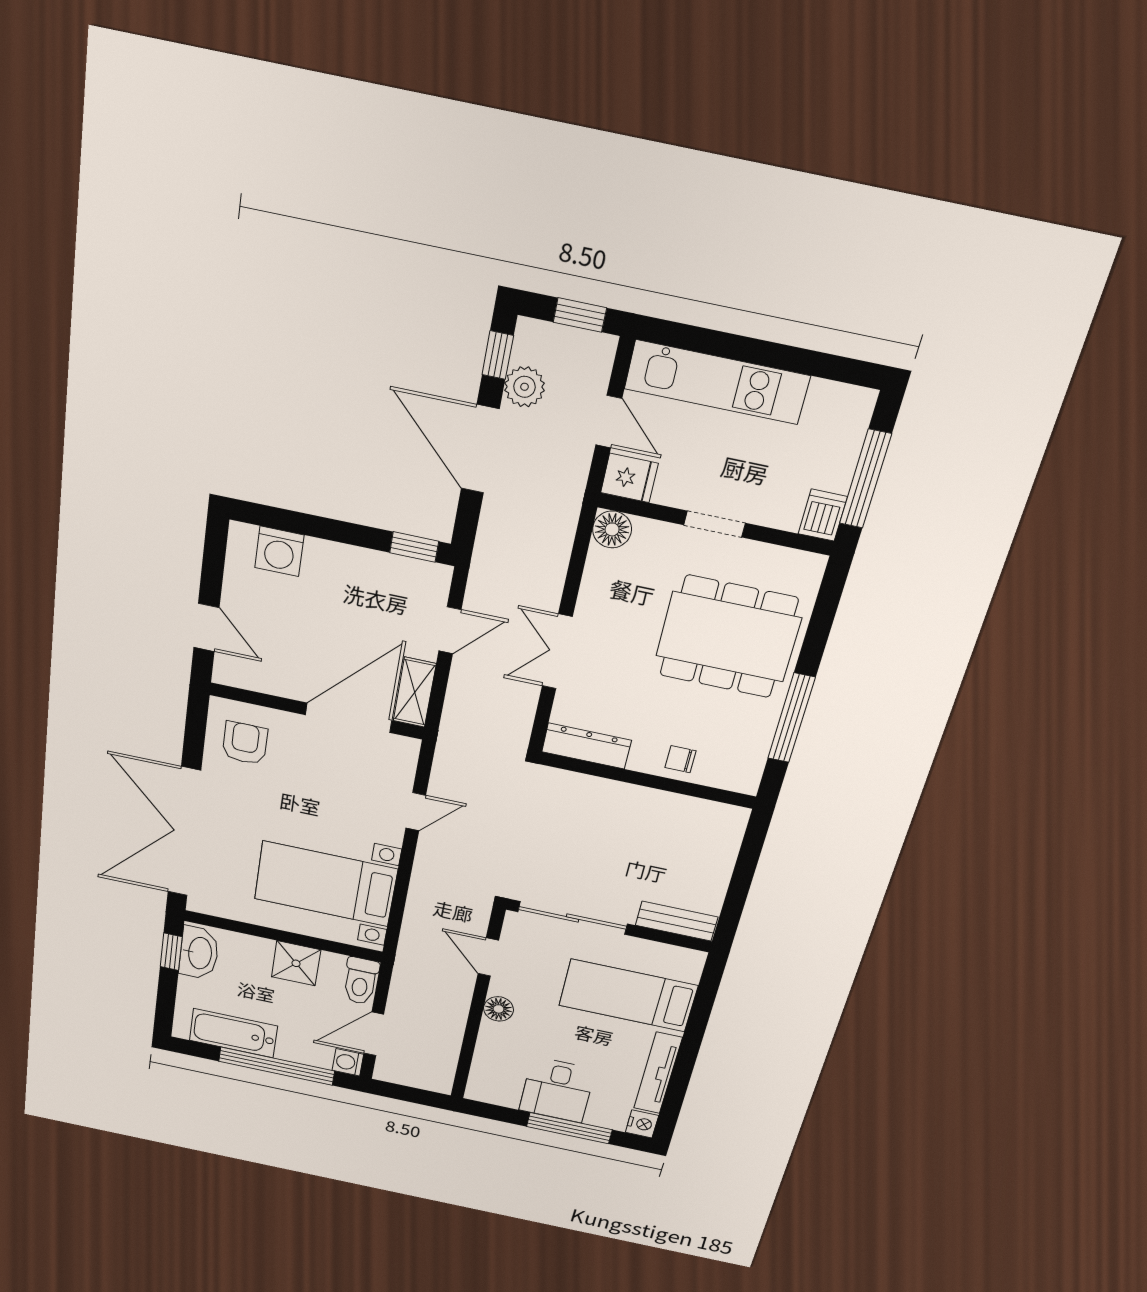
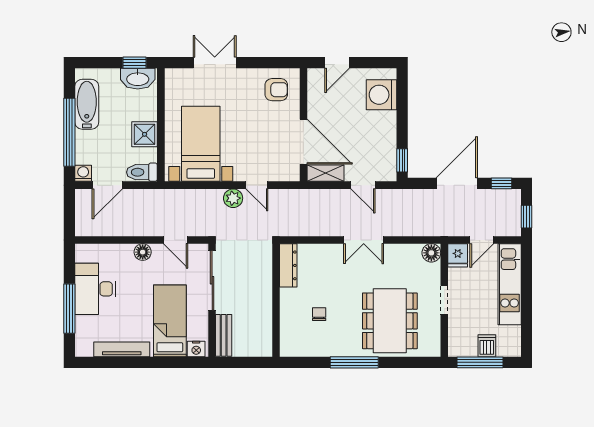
plant: (524, 387) -> (233, 198), moved
dishwasher: (823, 515) -> (487, 346), moved, turned -90
washing machine: (279, 551) -> (381, 95), width x1.37, depth x1.37
double door: (557, 651) -> (364, 240), swing flipped
dresser: (586, 746) -> (288, 265), moved
wall: (647, 780) -> (276, 300), moved
double door: (184, 832) -> (215, 63), width x0.54
door: (488, 957) -> (176, 240), swing flipped
door: (374, 1034) -> (107, 185), swing flipped
desk: (557, 1090) -> (95, 289), width x1.37
nightstand: (642, 1124) -> (196, 349), moved

